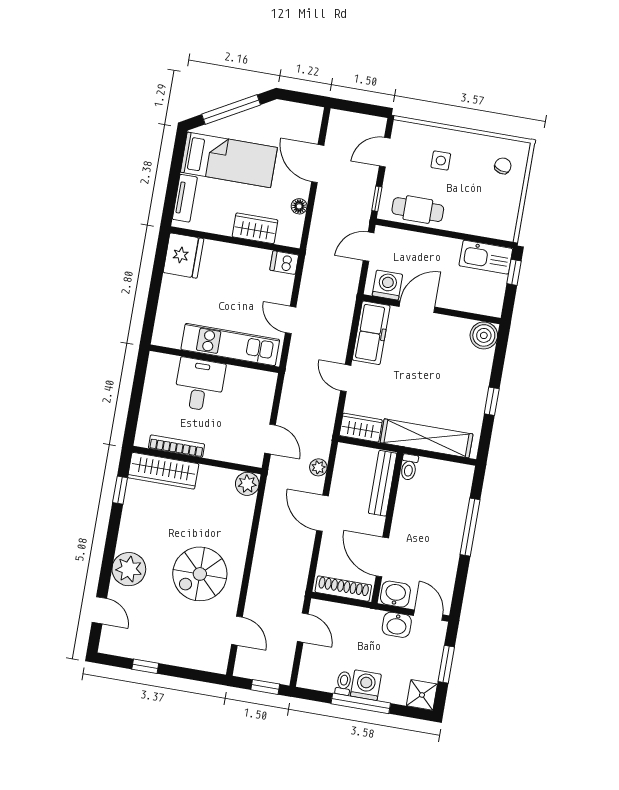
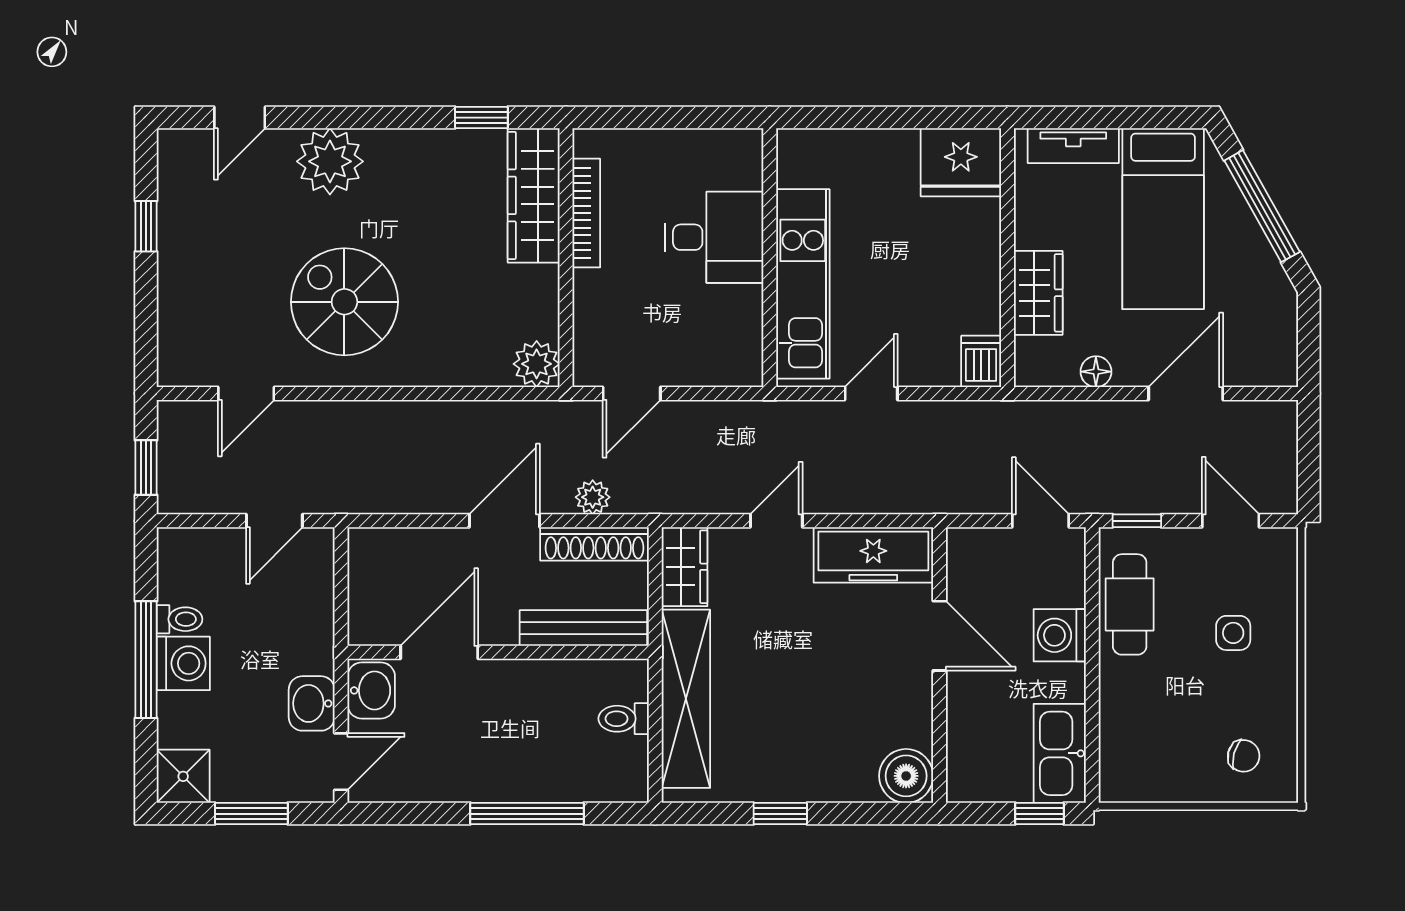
washing machine: (387, 285) -> (1060, 635), moved, turned 180
toilet: (409, 467) -> (624, 719), moved
shoe rack: (343, 589) -> (595, 544), moved, turned 90

